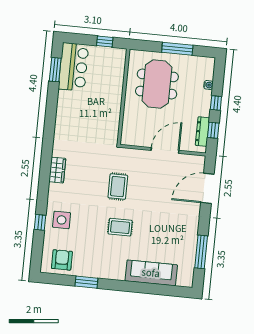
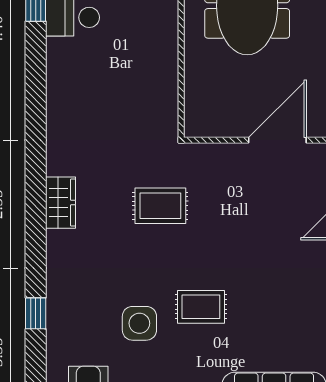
rug: (118, 187) -> (160, 206), moved, turned 90
side table: (62, 220) -> (139, 323), moved

